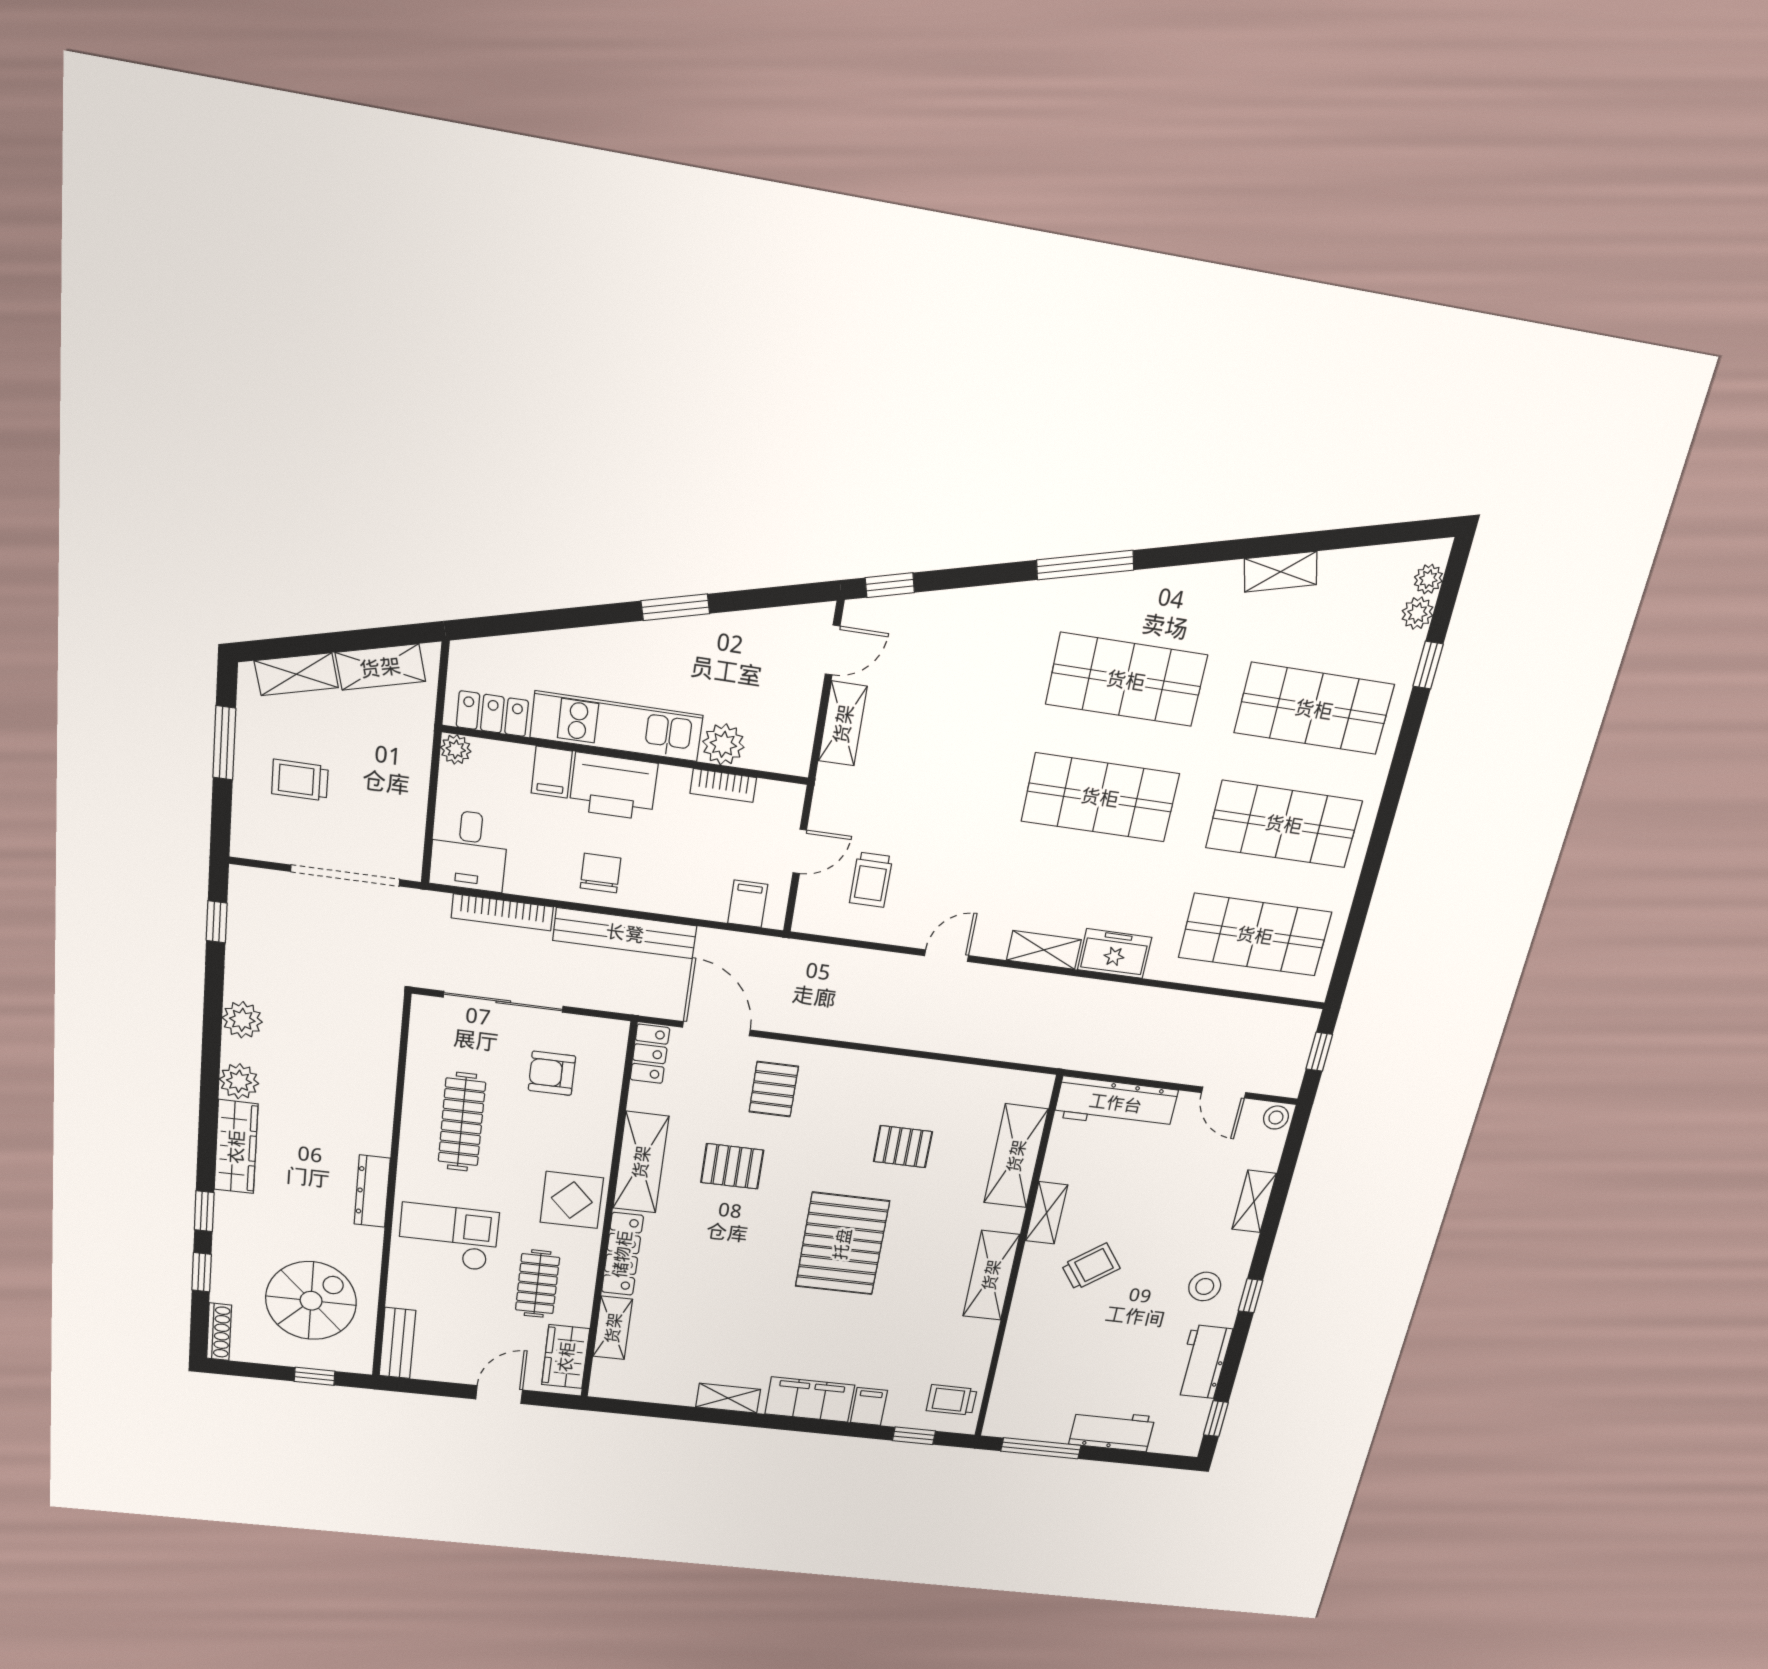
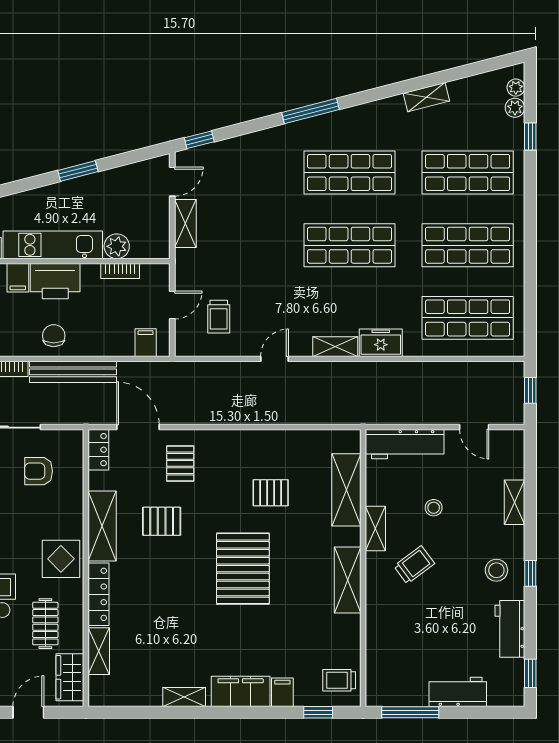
stool: (1276, 1118) -> (434, 508), moved

